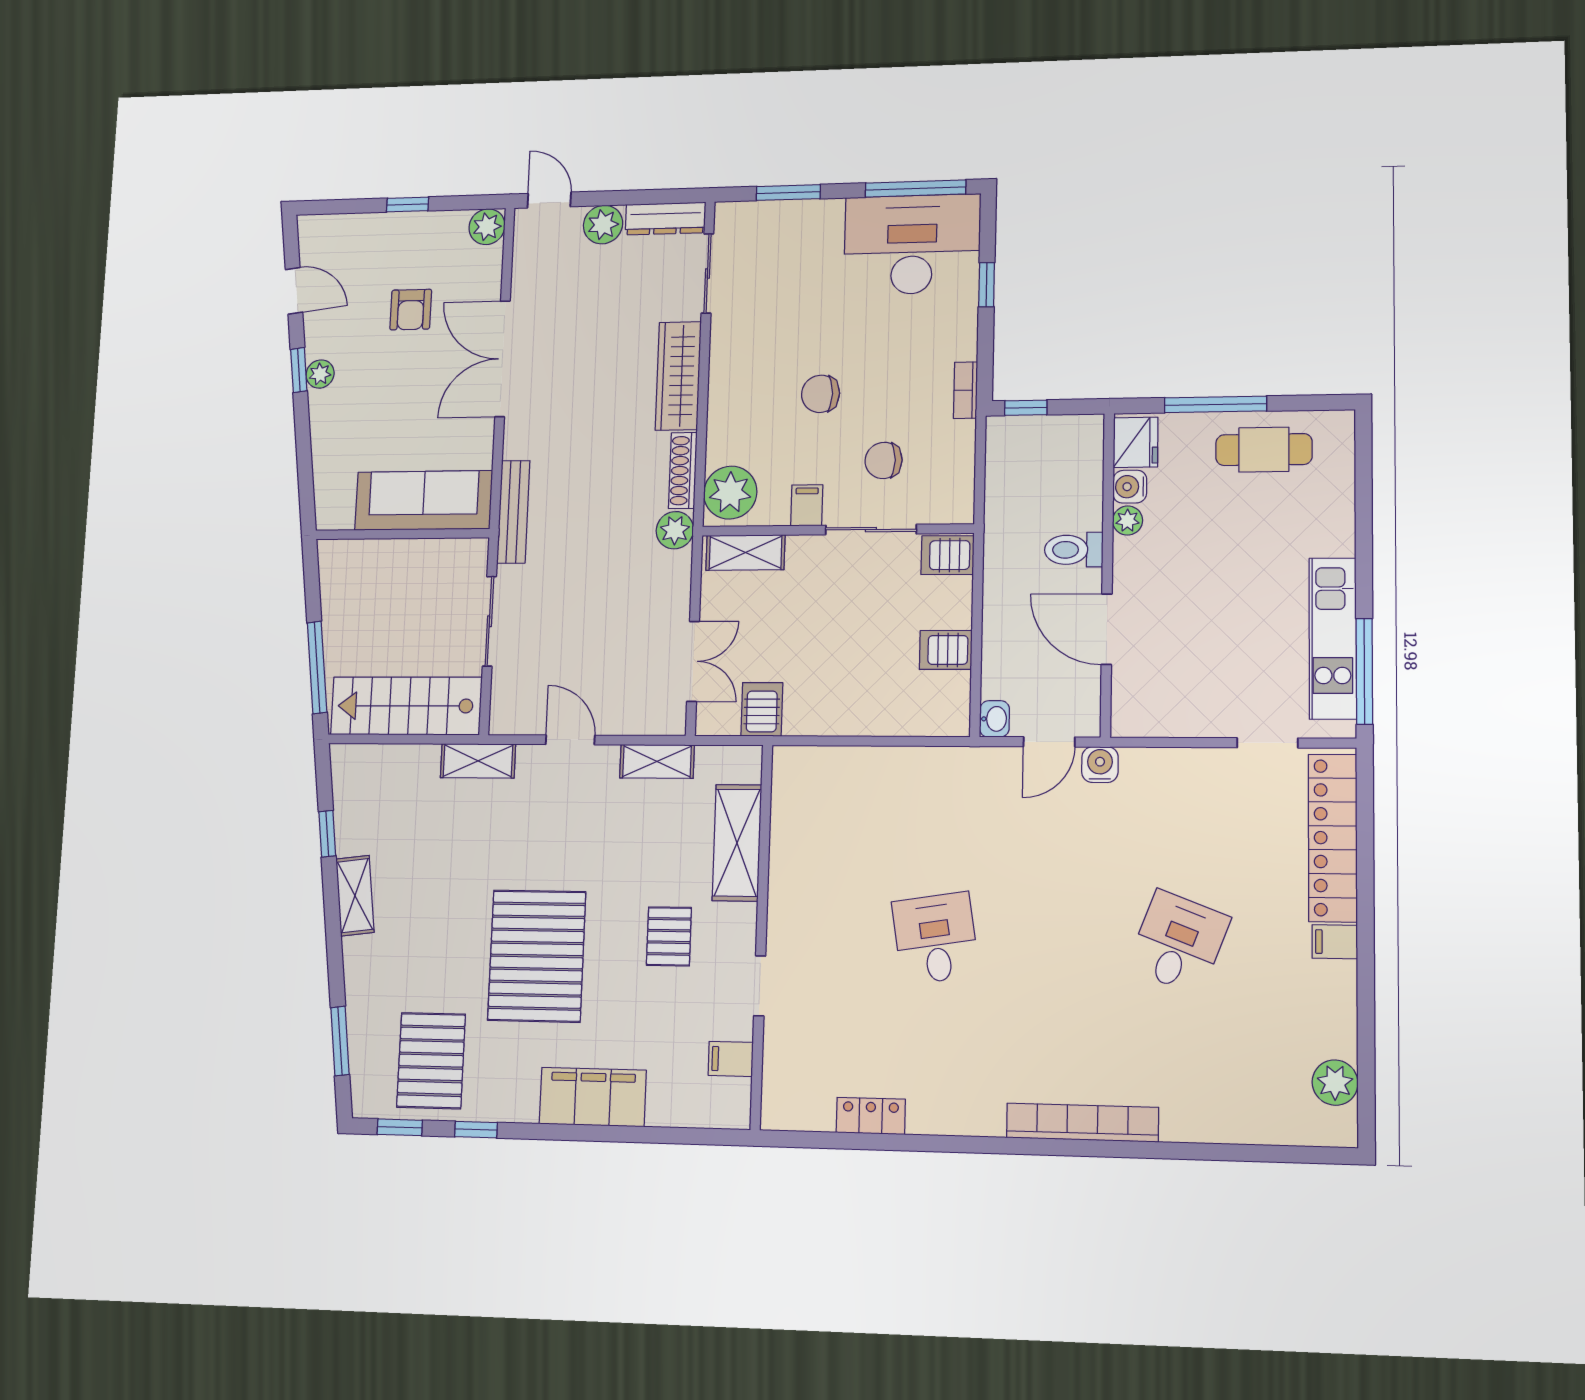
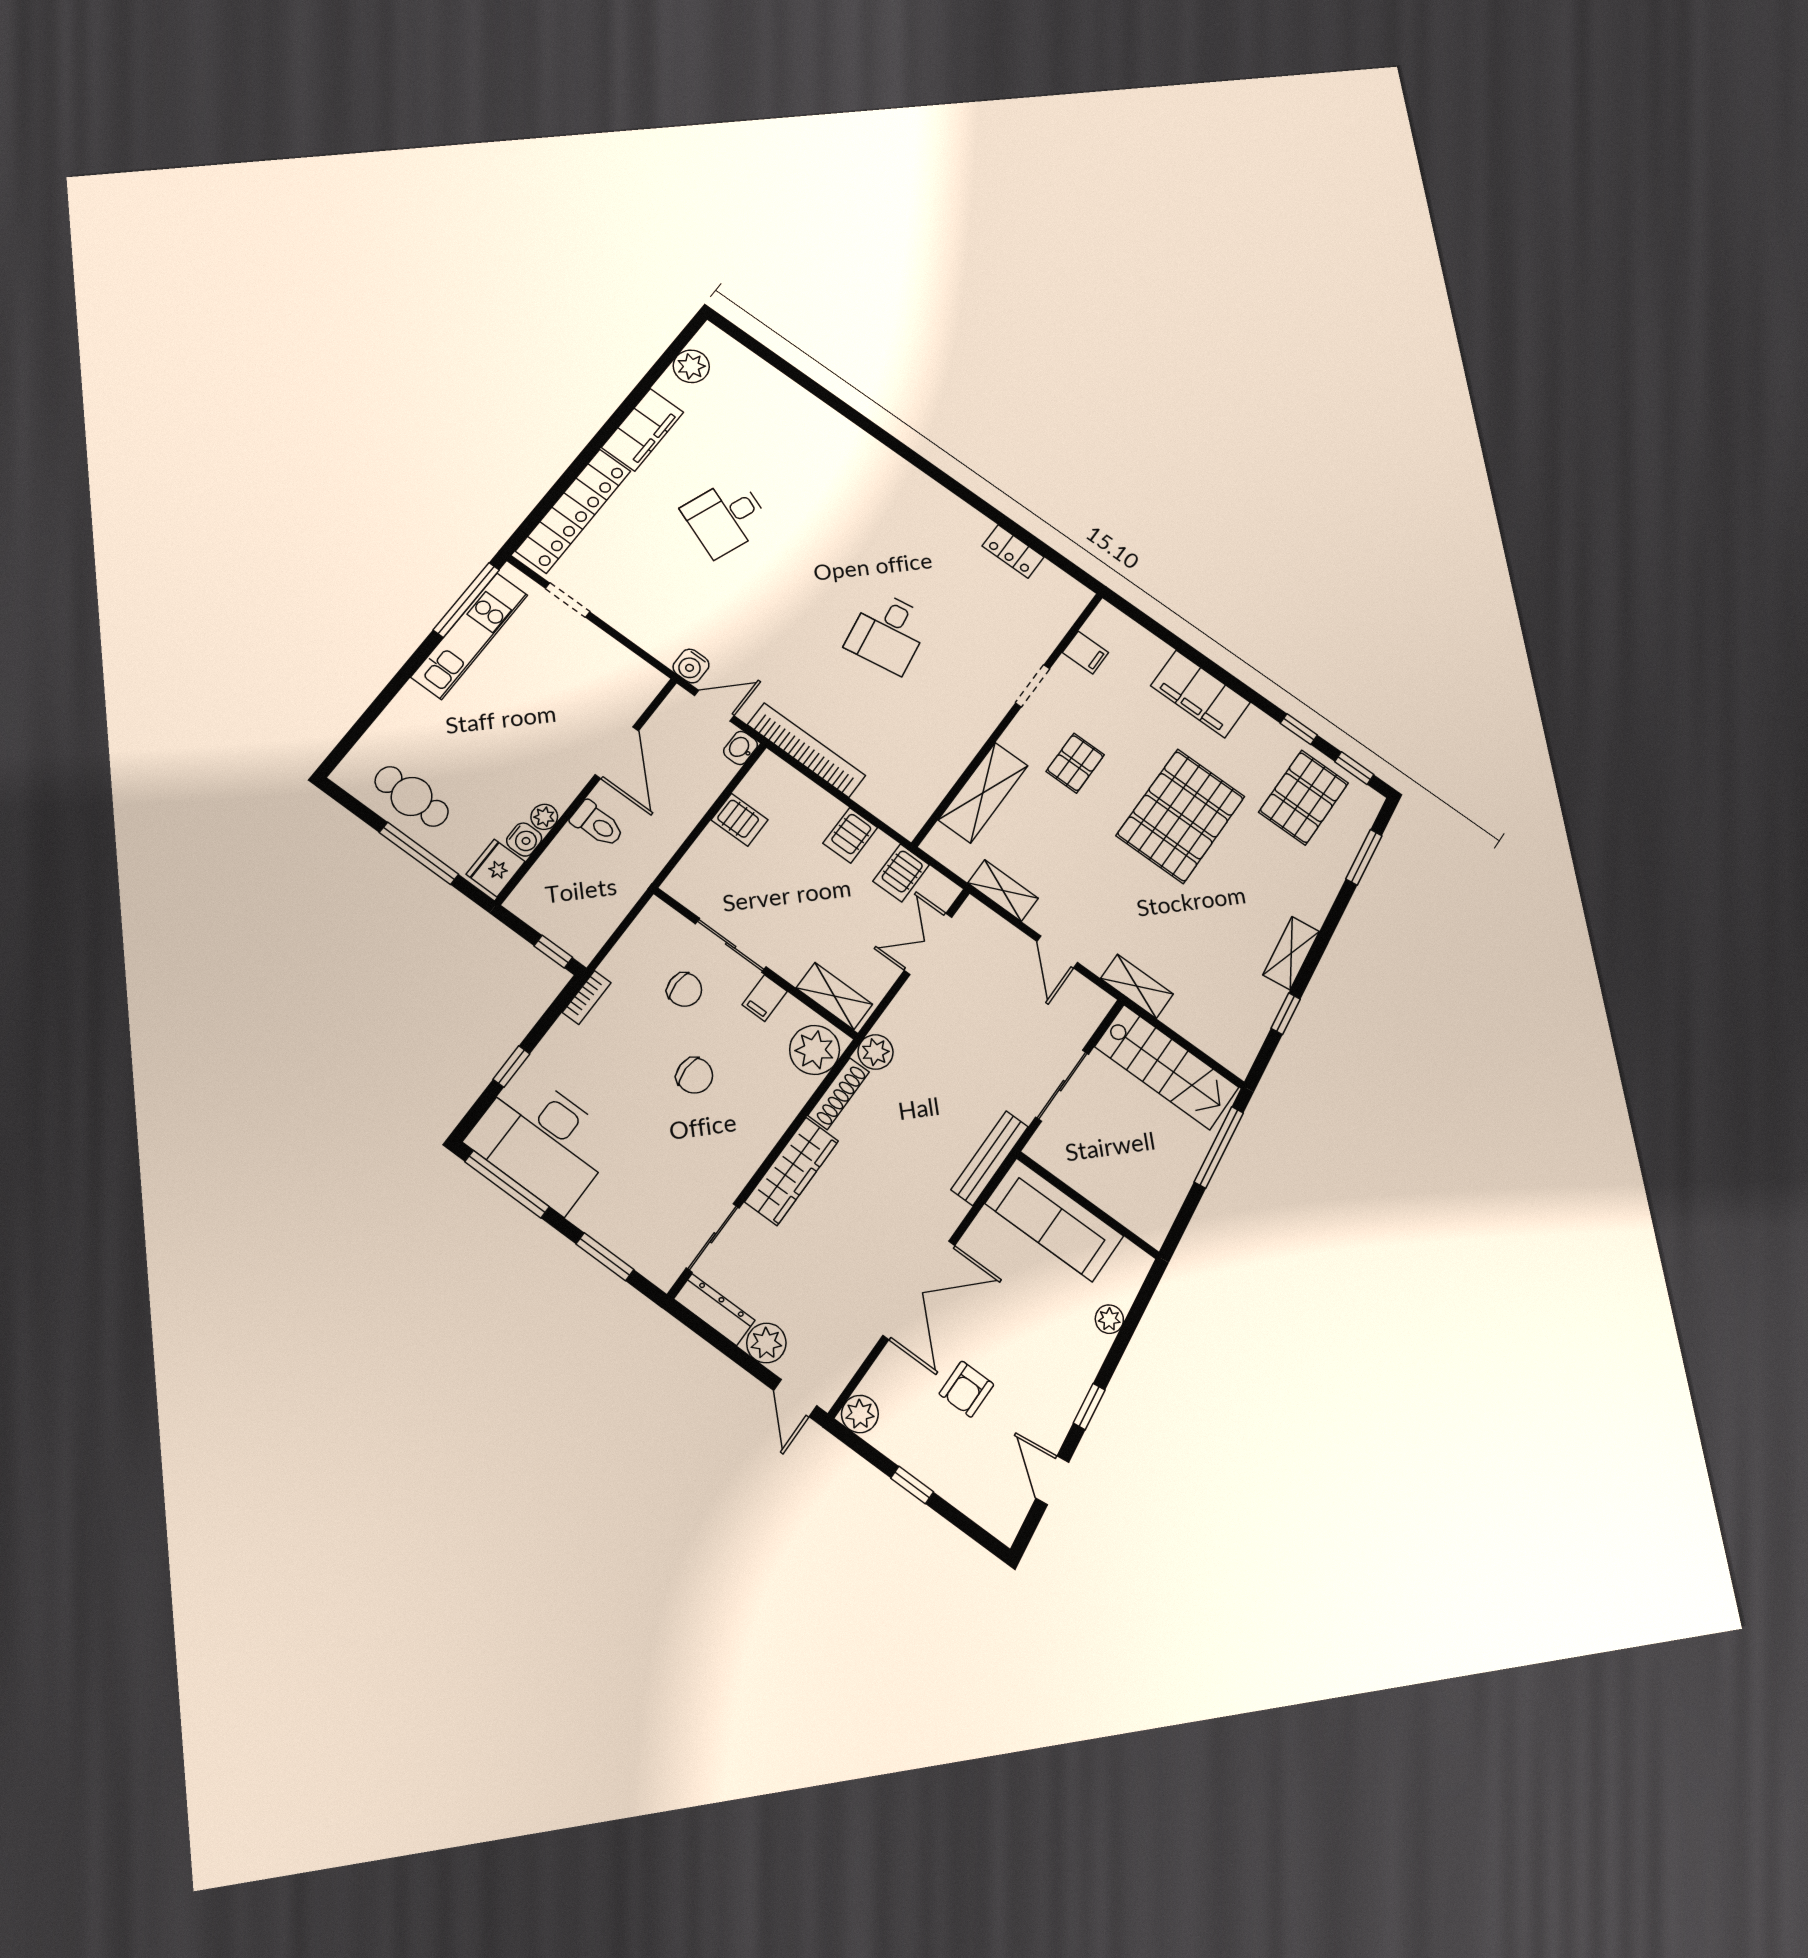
armchair: (411, 310) -> (966, 1389), turned 180
plant: (320, 374) -> (1109, 1319), moved
server rack: (948, 555) -> (850, 835), moved, turned 90
filing cabinet: (1335, 942) -> (643, 430), width x3.00, depth x1.17
bookcase: (1082, 1123) -> (806, 750), moved, turned 180

